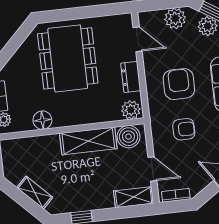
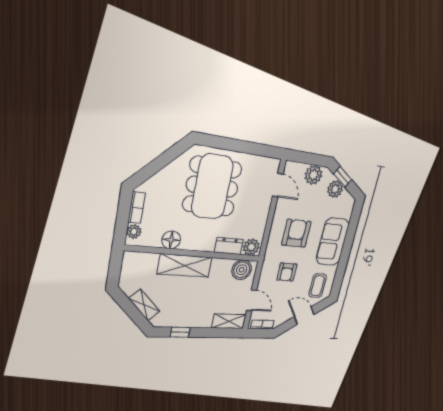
dresser: (131, 77) -> (229, 246), moved, turned 90
armchair: (184, 129) -> (287, 272), turned 90
shelving: (88, 141) -> (185, 266), moved

